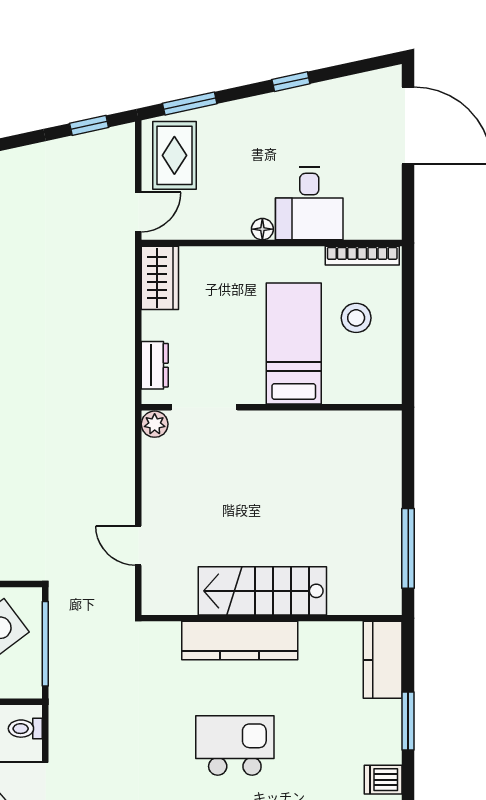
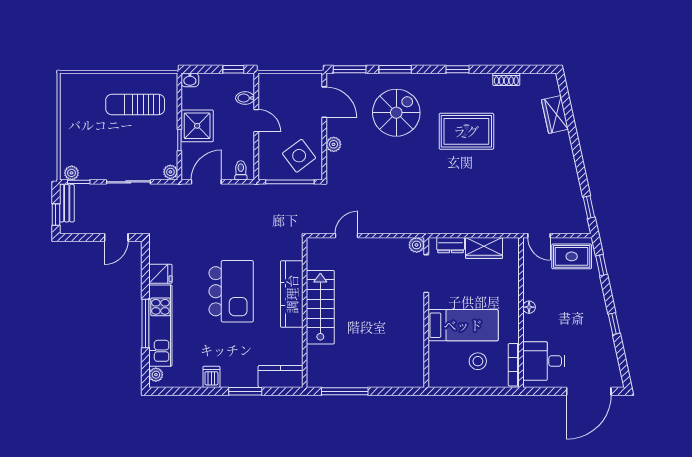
window: (190, 104) -> (602, 265), width x0.67
desk: (309, 204) -> (544, 361), moved
wardrobe: (160, 278) -> (484, 248), moved
kitchen island: (235, 745) -> (231, 291), width x1.37, depth x1.28

